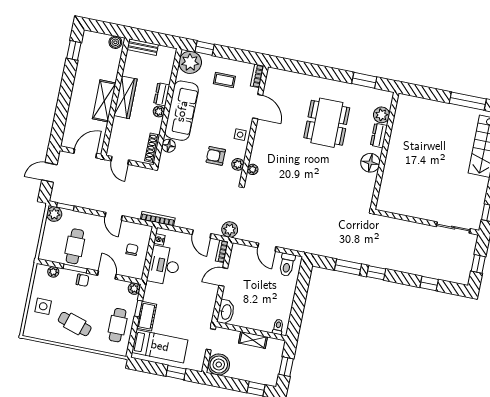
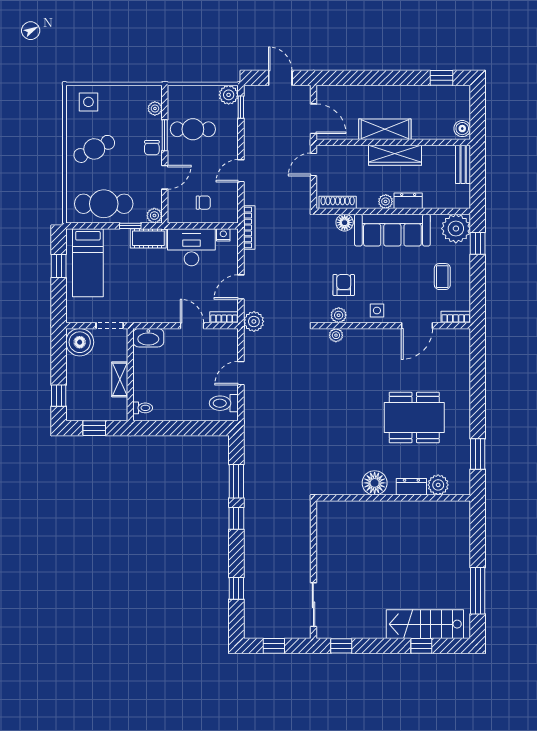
side table: (43, 306) -> (88, 102), moved
cot: (147, 316) -> (148, 238), moved
cafe table: (75, 324) -> (94, 149), turned 47
cafe table: (118, 325) -> (104, 204), width x1.37, depth x1.35
window: (176, 373) -> (59, 266), moved

